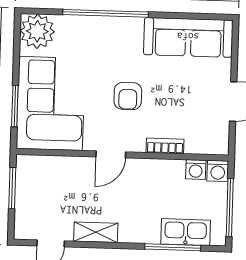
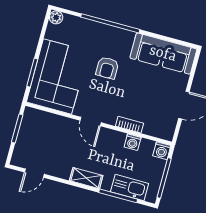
plant: (37, 31) -> (56, 17), width x0.53, depth x0.53
armchair: (128, 96) -> (107, 68), moved
door: (111, 154) -> (91, 122), hinge flipped
washing machine: (196, 170) -> (133, 142), moved
shelving: (96, 232) -> (86, 178), moved

